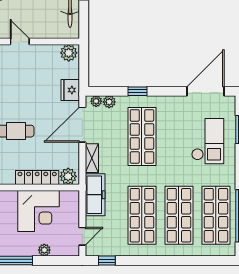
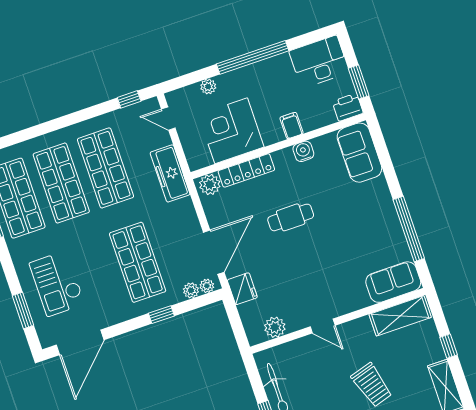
plant: (69, 53) -> (275, 327), moved
shelving: (92, 158) -> (189, 216), removed
door: (82, 236) -> (168, 119), hinge flipped

